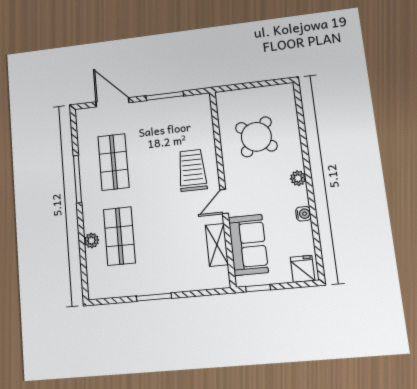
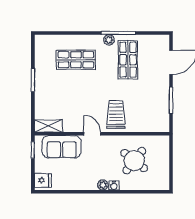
shop shelf: (113, 162) -> (128, 60), turned 90
trolley: (192, 170) -> (116, 114), turned -90
water cooler: (303, 214) -> (114, 185), moved
plant: (92, 241) -> (109, 40), moved
shelving: (217, 245) -> (48, 126), moved

